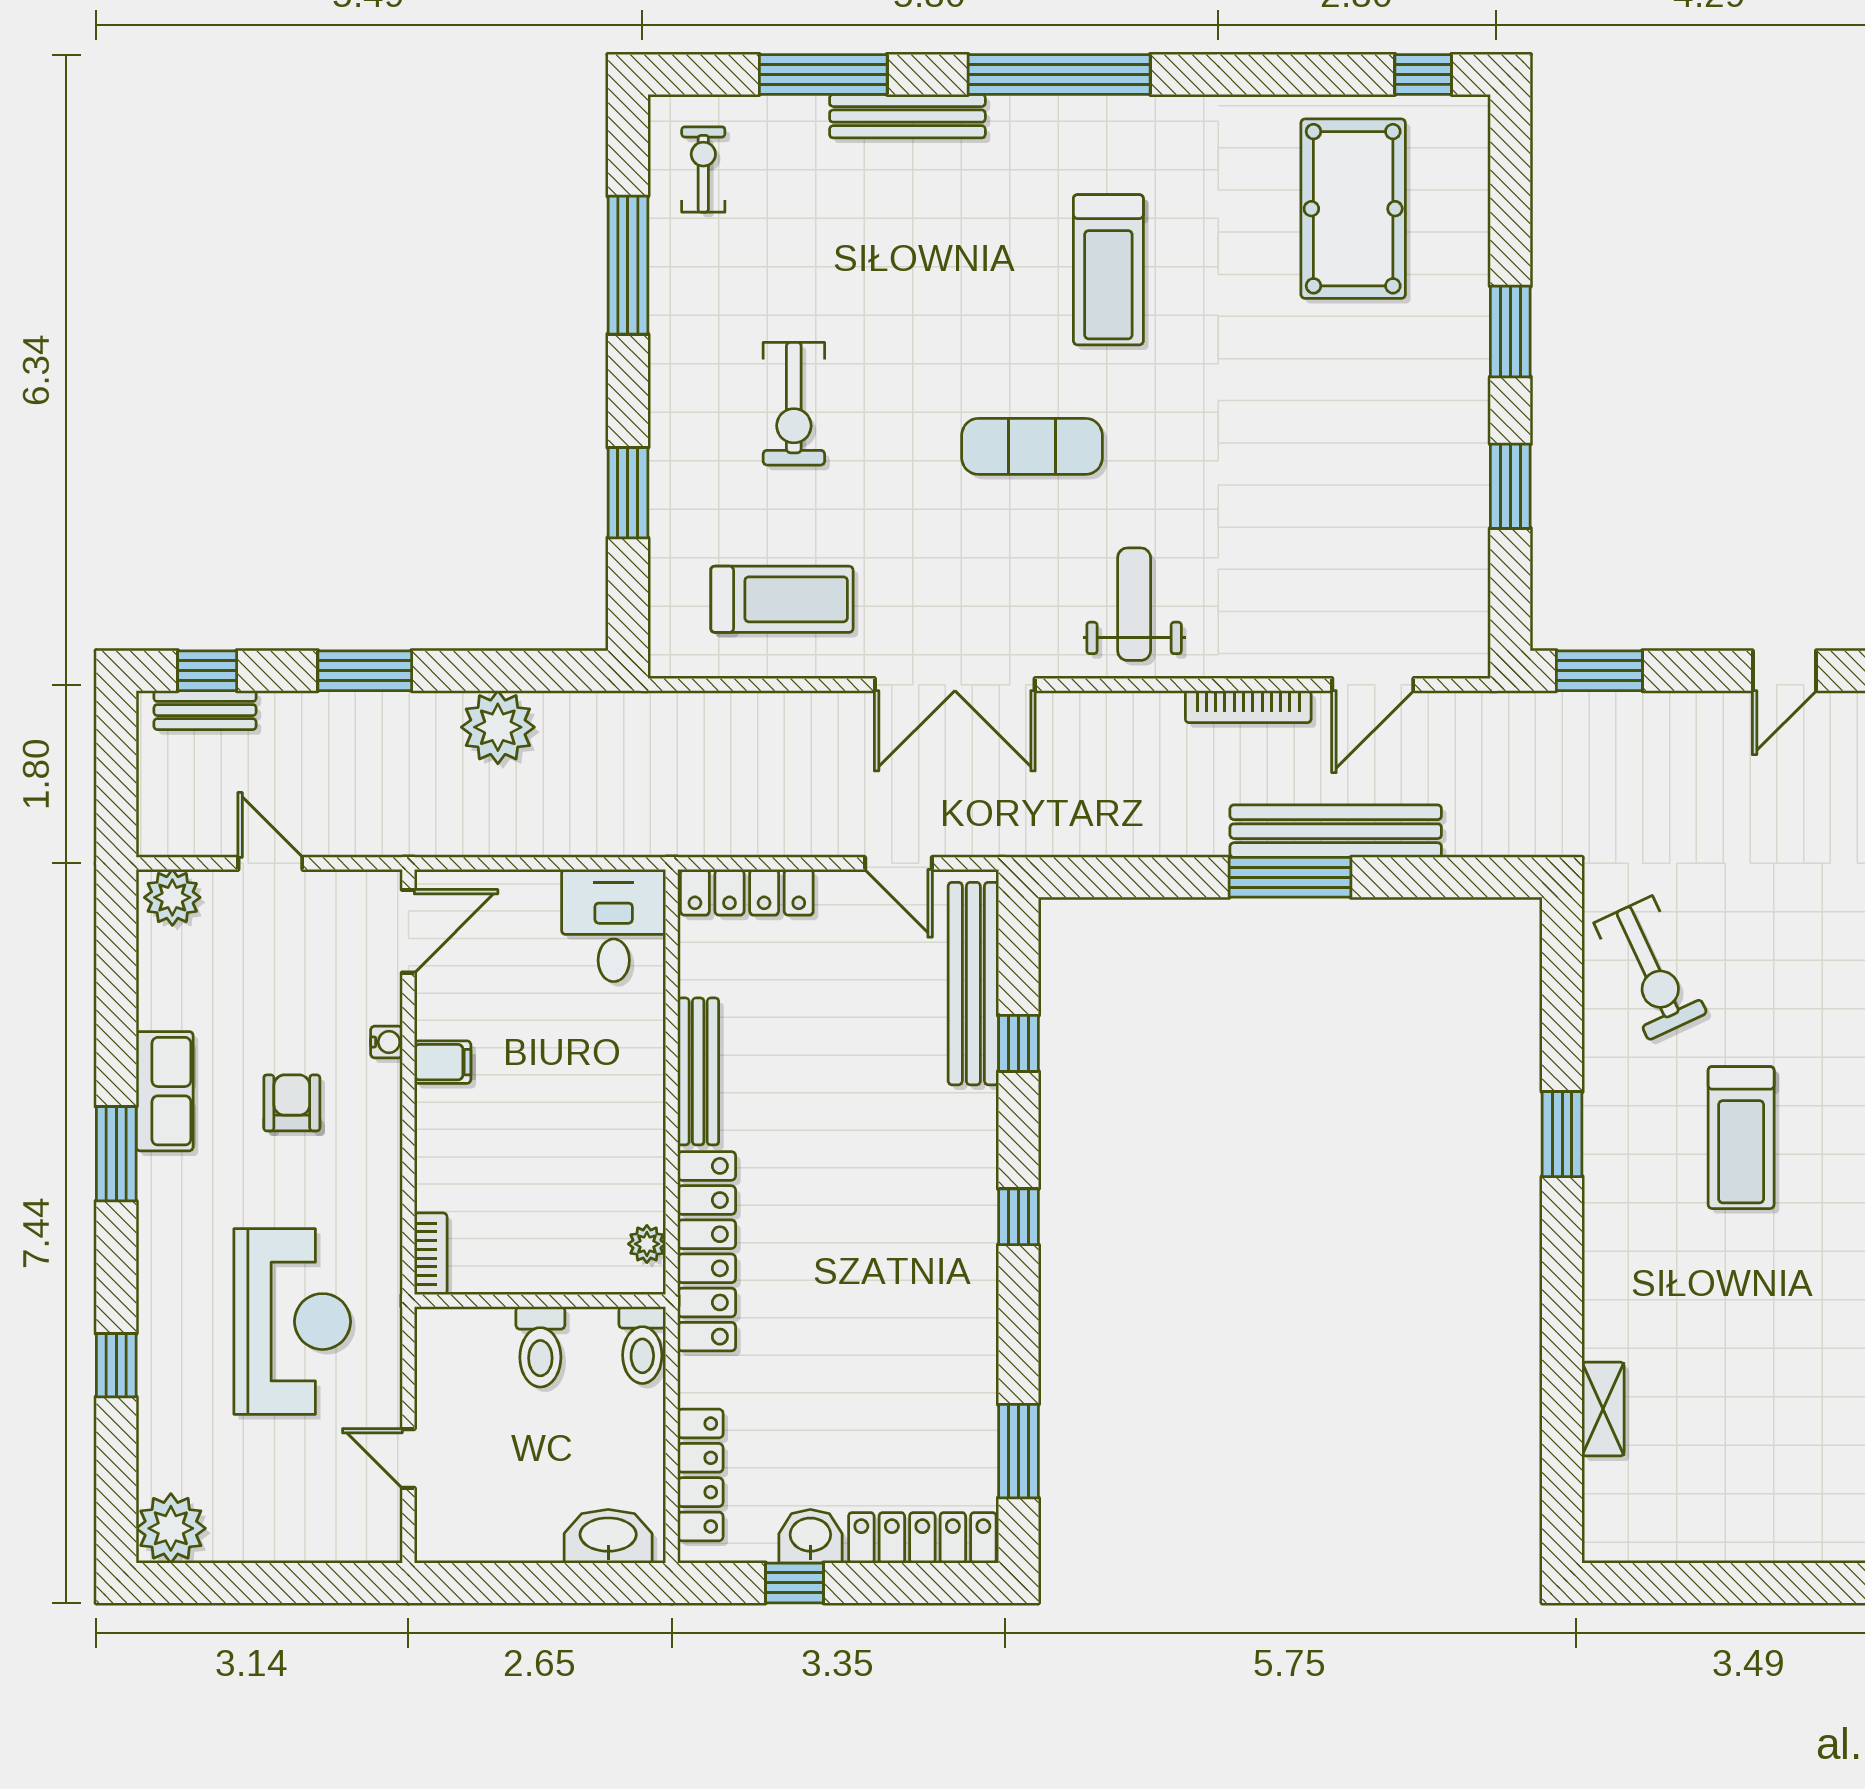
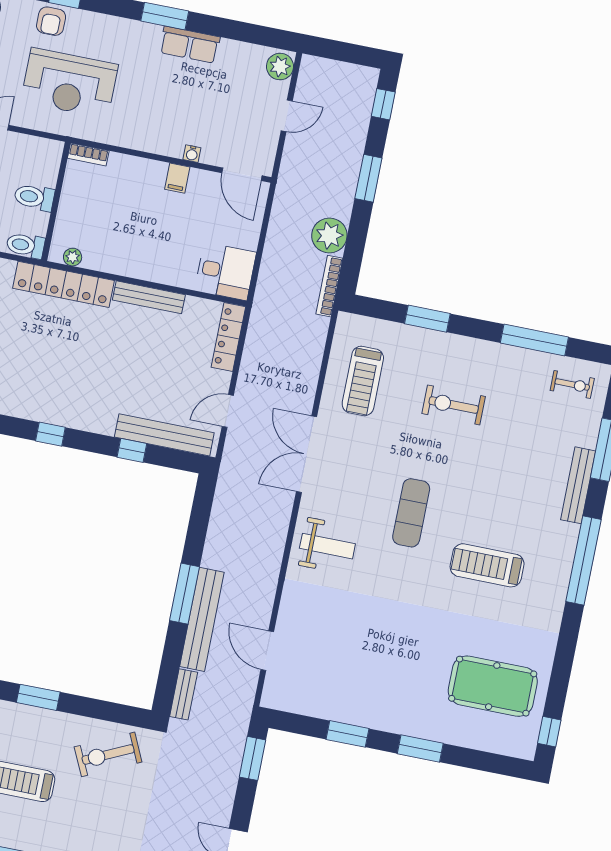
bookcase: (1248, 707) -> (329, 286), moved
bench: (205, 710) -> (184, 694), moved
armchair: (292, 1103) -> (51, 21), moved, turned 90

